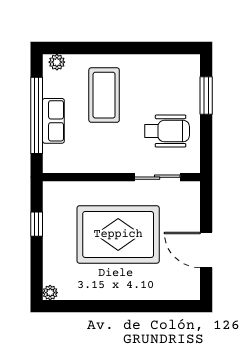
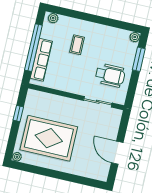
plant: (192, 62) -> (135, 37), added
coffee table: (104, 95) -> (77, 45), width x0.54, depth x0.58
row of seats: (53, 121) -> (41, 60), width x1.48
rug: (118, 234) -> (49, 138), moved

